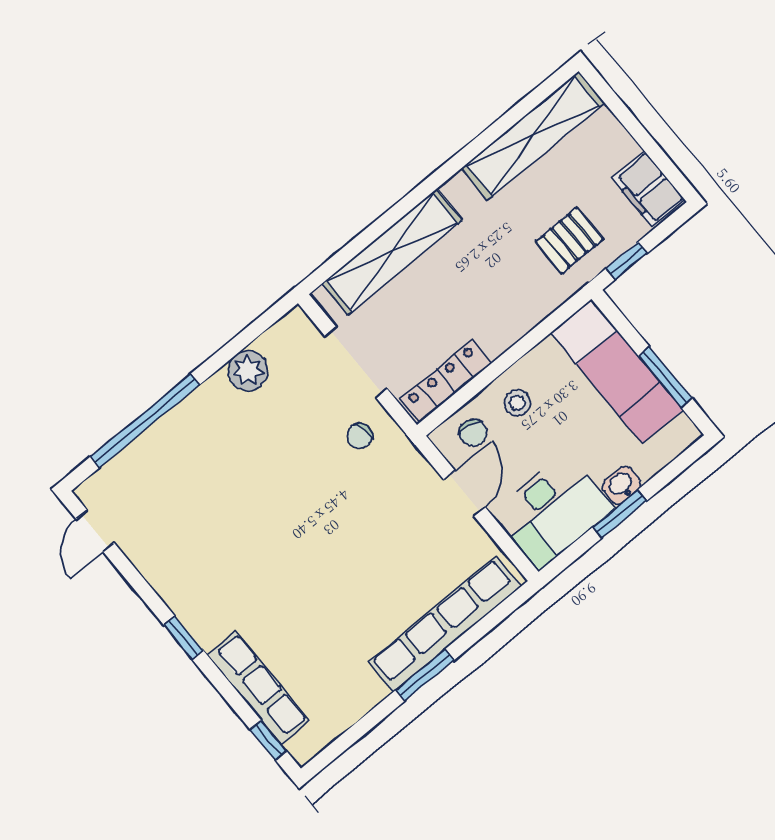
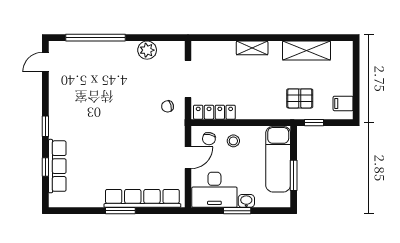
shelving: (533, 136) -> (307, 50), width x0.68
filing cabinet: (649, 189) -> (343, 103), width x0.50
shelving: (392, 252) -> (252, 48), width x0.45, depth x0.75
window: (268, 740) -> (45, 167), moved

